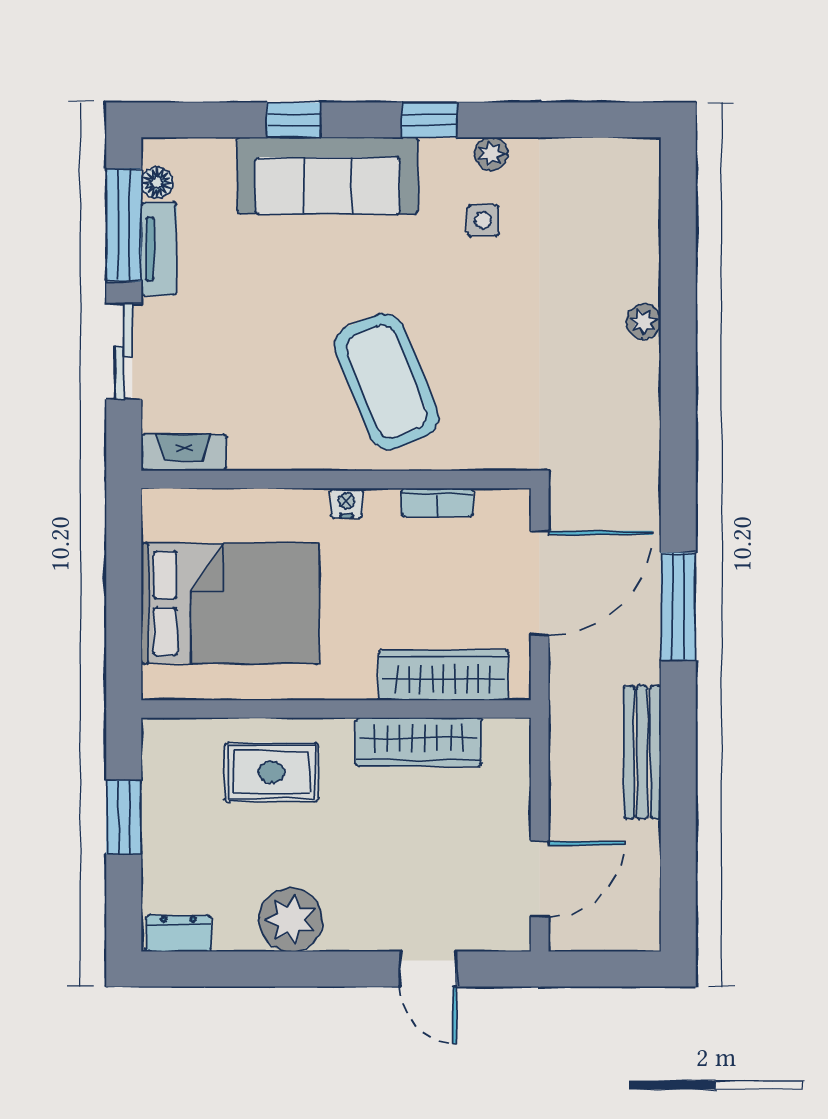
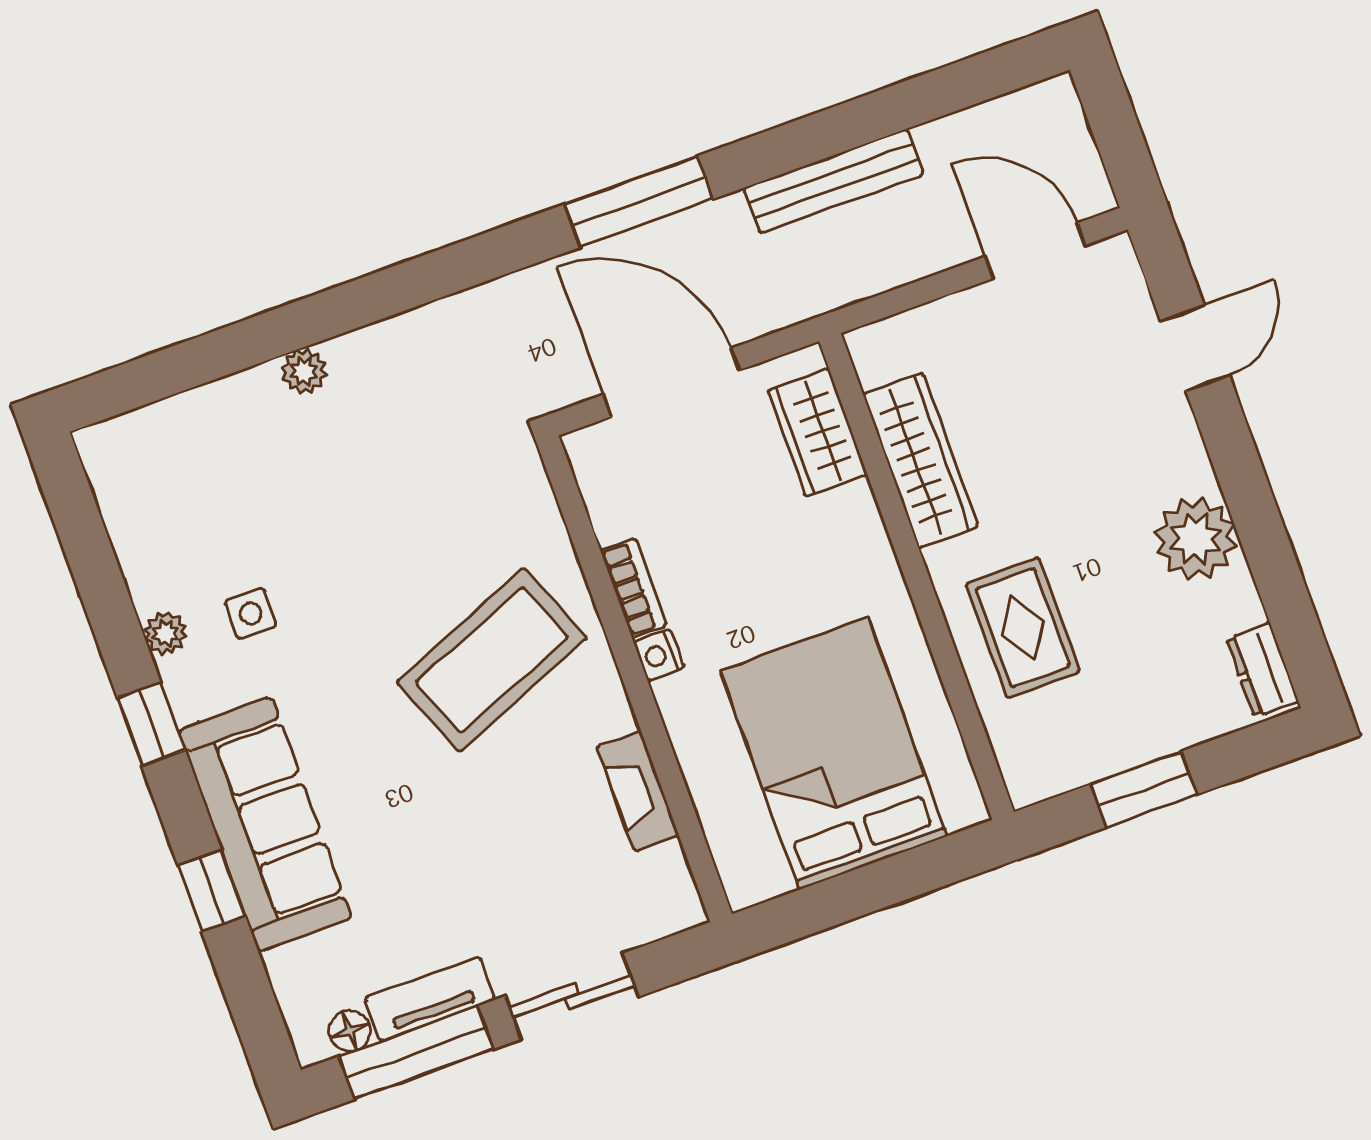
fireplace: (184, 453) -> (638, 791), moved
bookcase: (437, 502) -> (633, 588), moved
wardrobe: (444, 675) -> (817, 433), width x0.67

